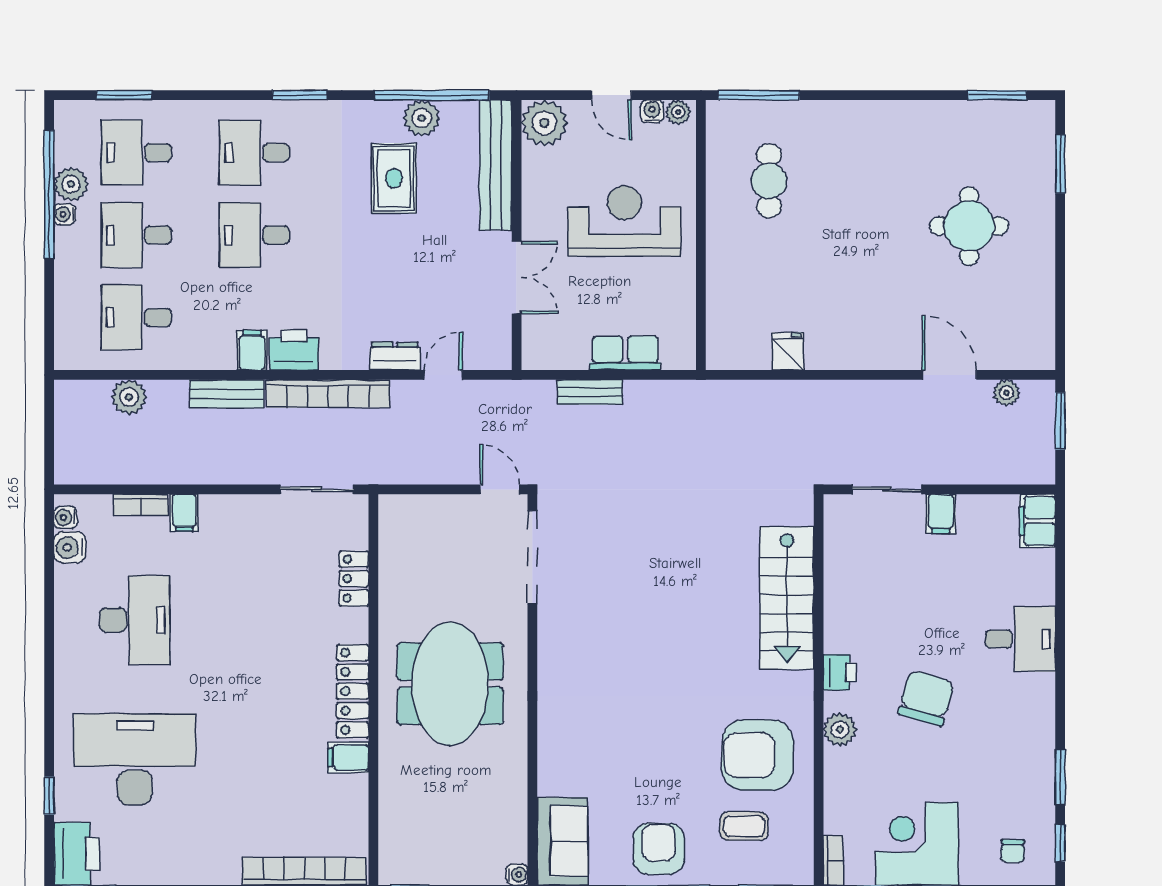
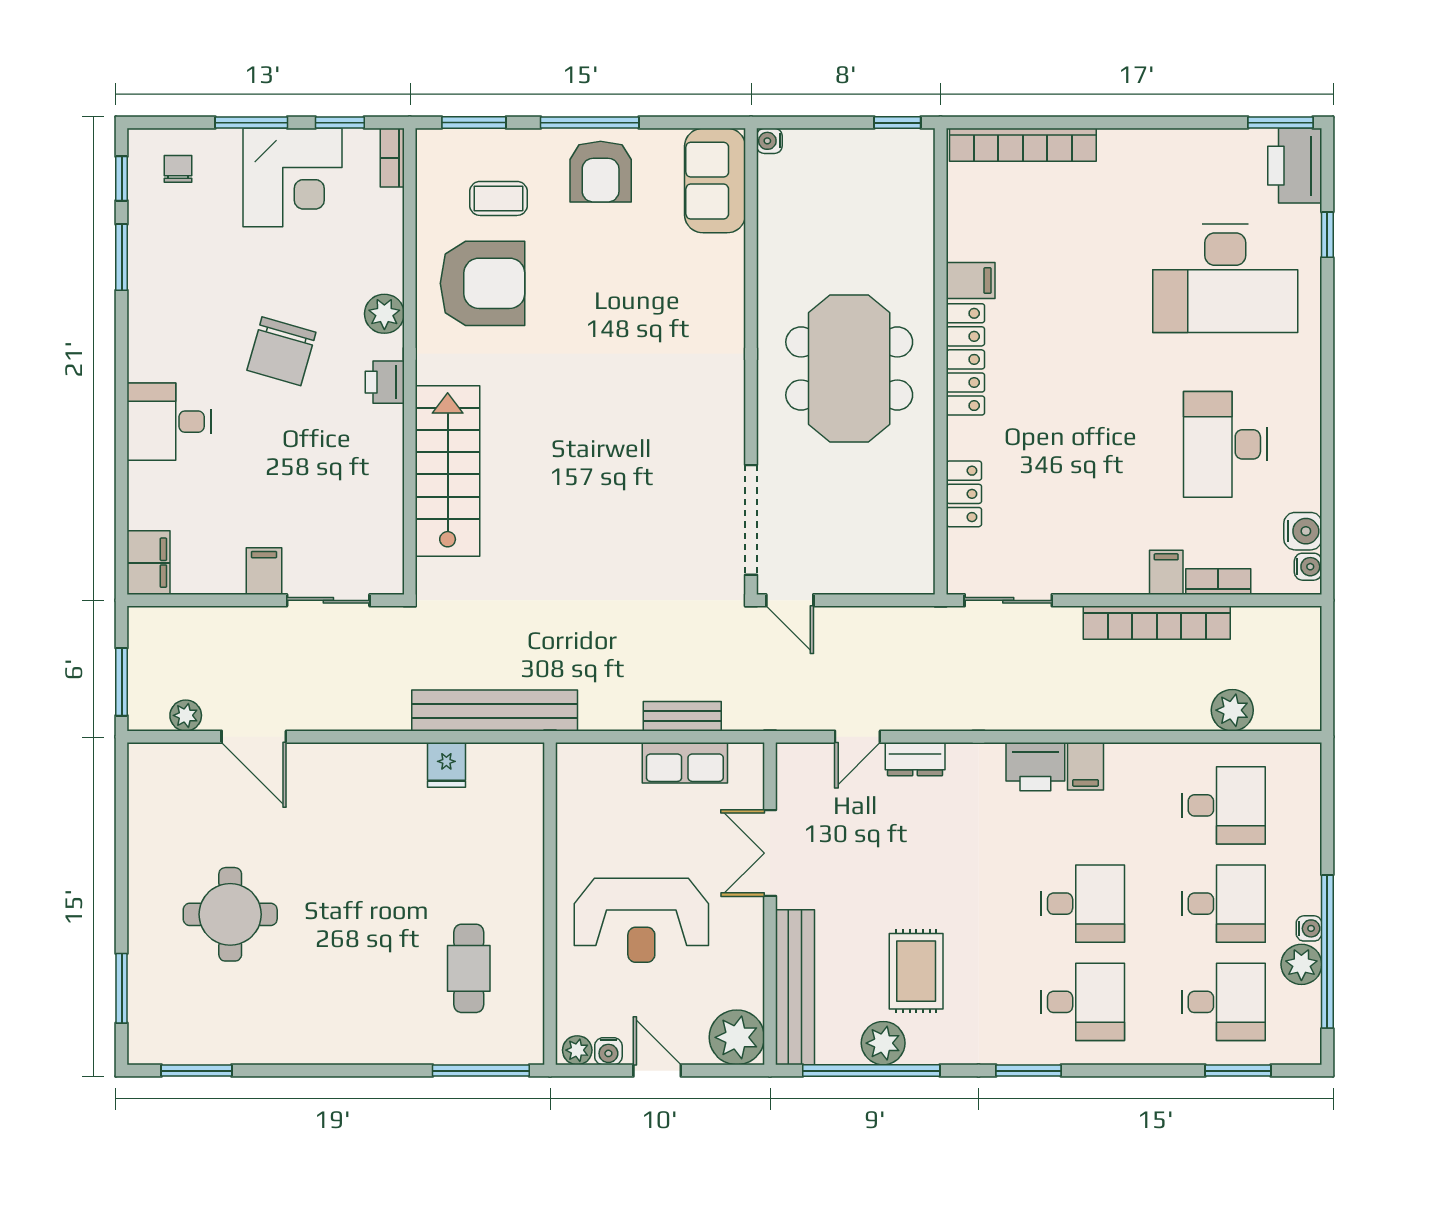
row of seats: (625, 353) -> (685, 763), moved
bench: (227, 394) -> (495, 711), moved, width x1.86, depth x1.21
bookcase: (328, 394) -> (1157, 623), moved, turned 180

